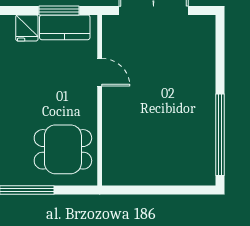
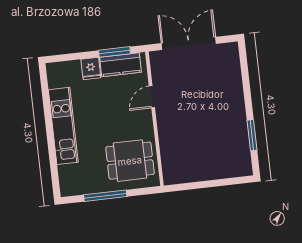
door: (100, 72) -> (152, 97), swing flipped
window: (220, 135) -> (252, 135), width x0.47

